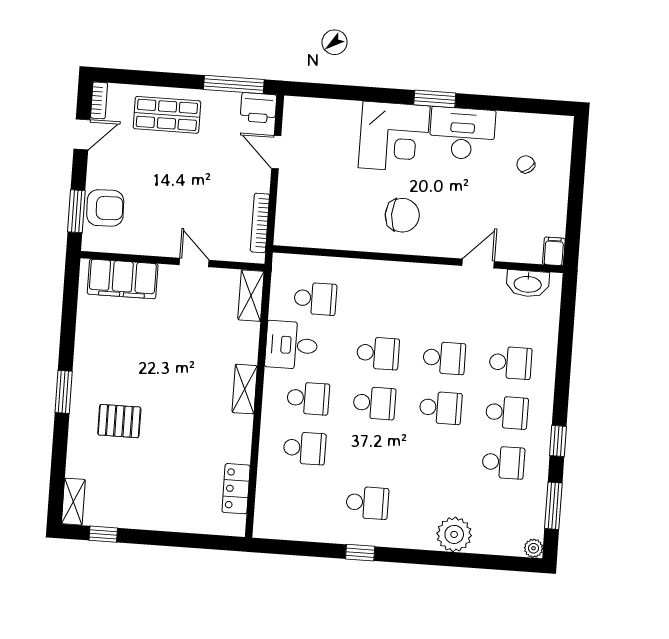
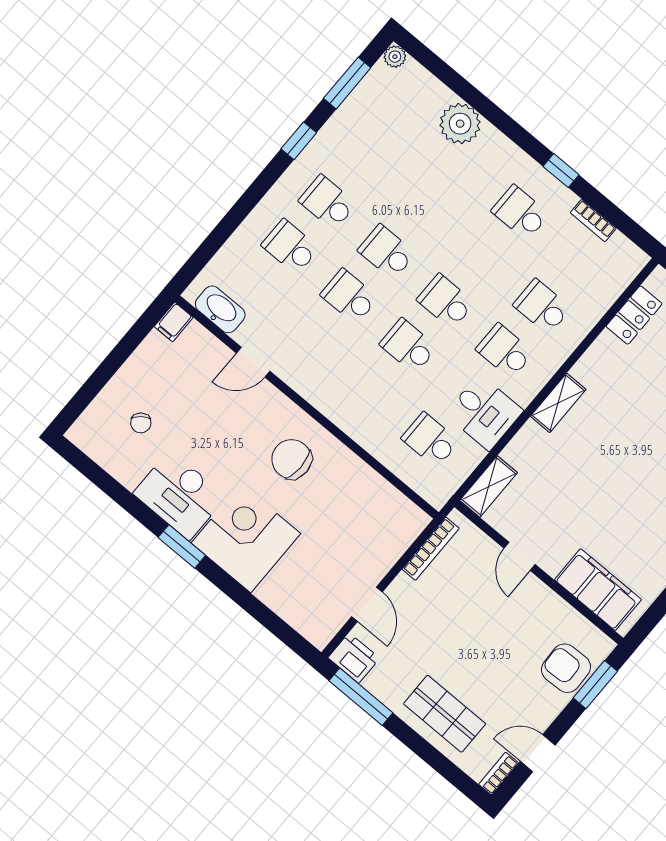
school desk: (503, 462) -> (365, 158), removed
bookcase: (312, 534) -> (593, 221), added

